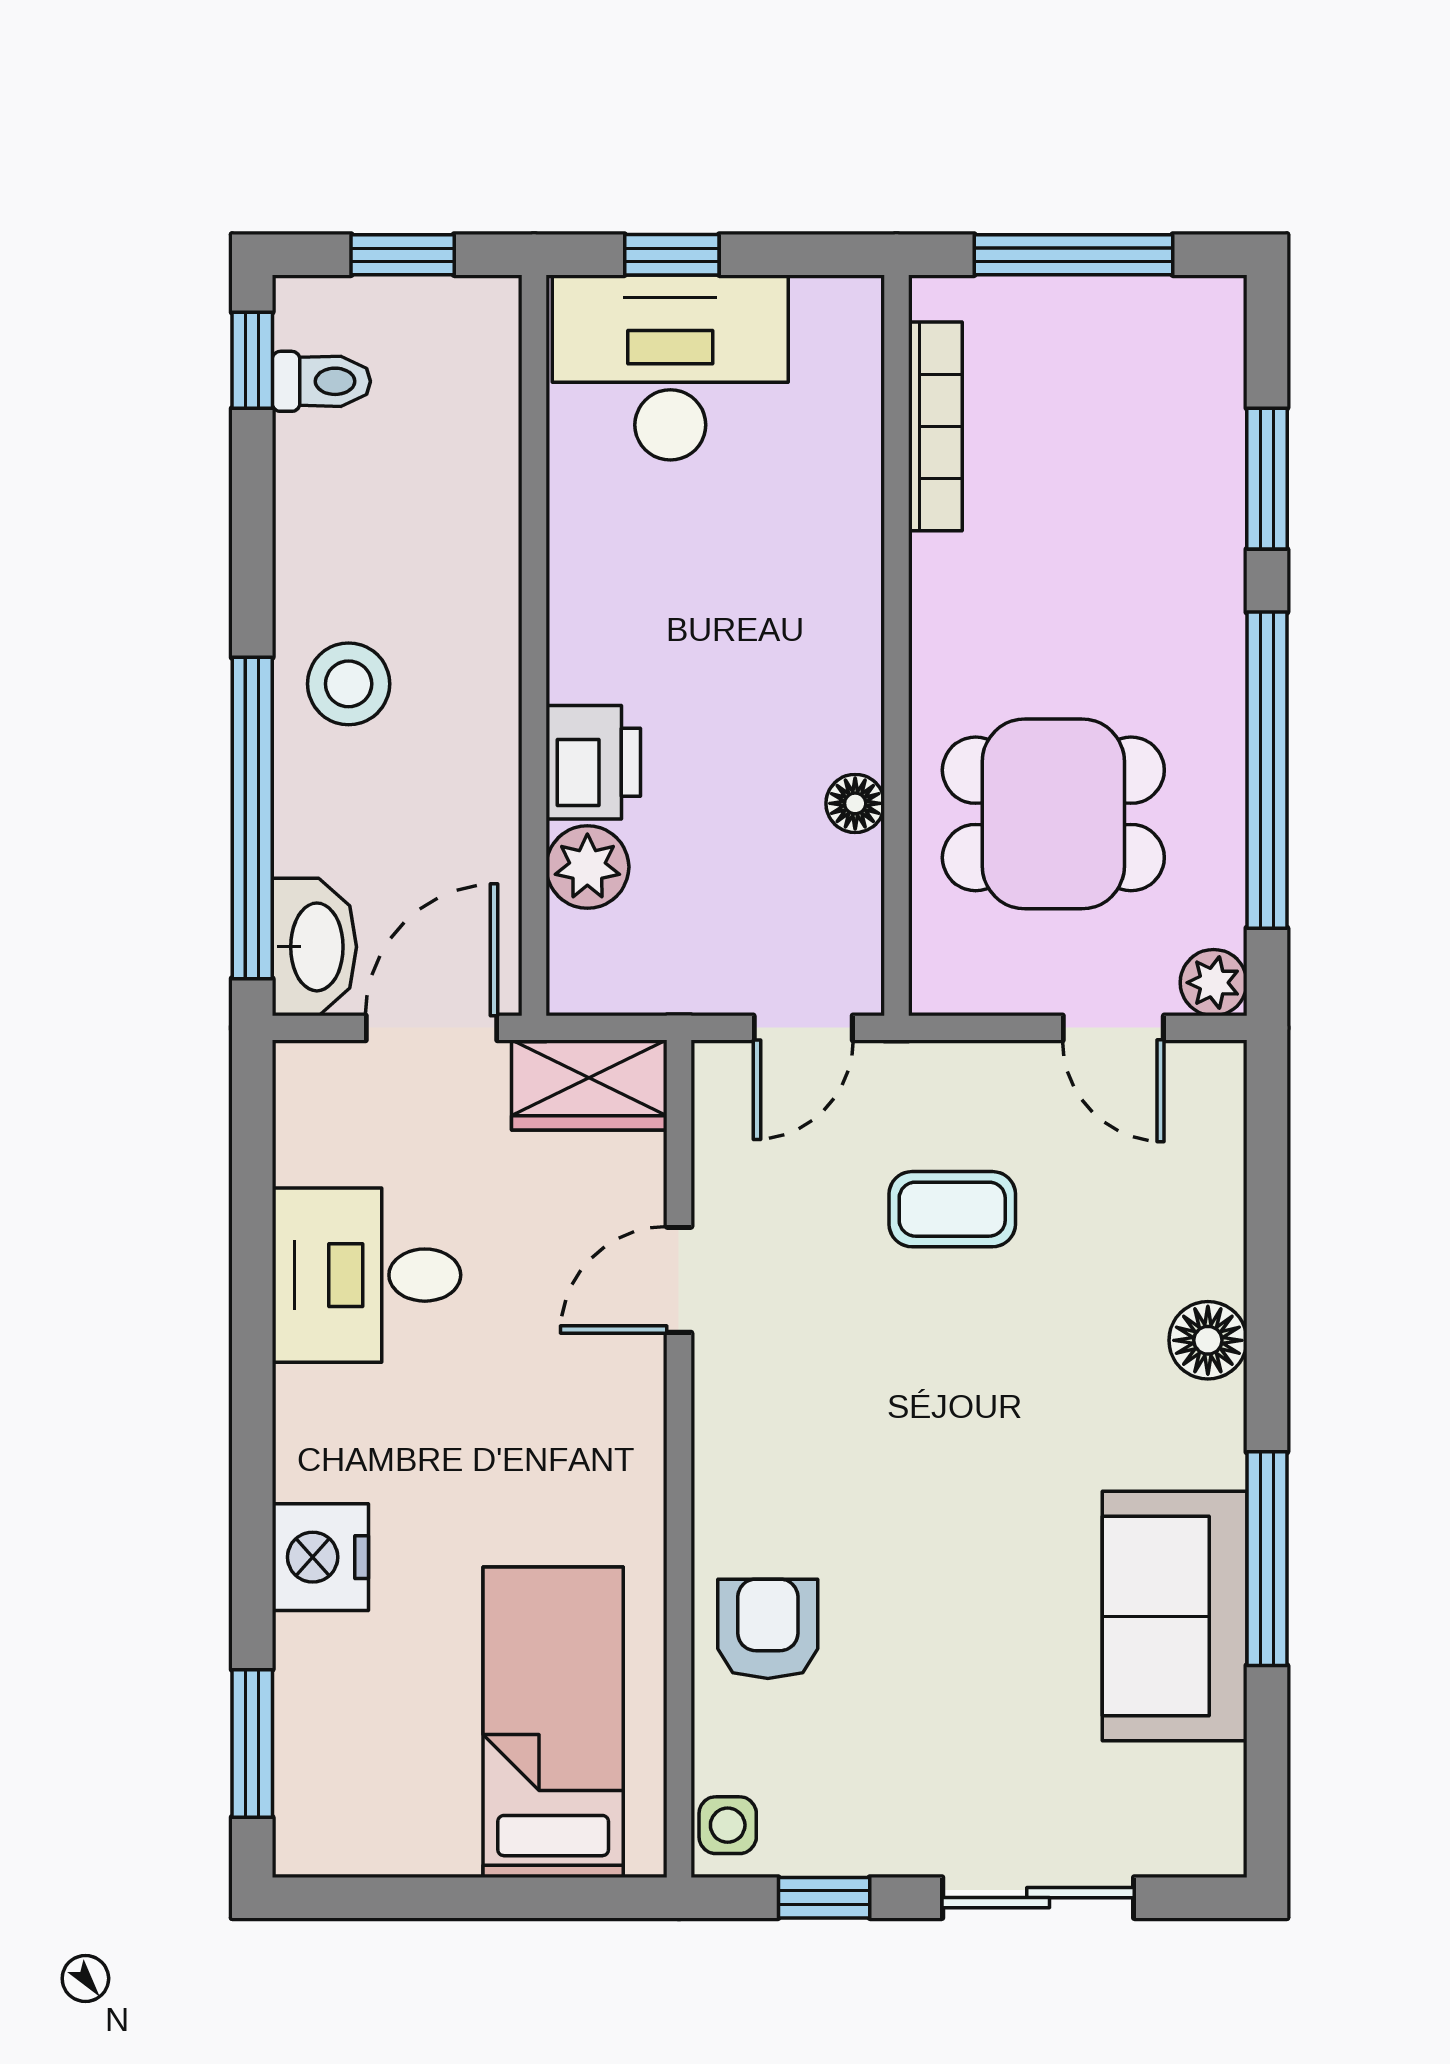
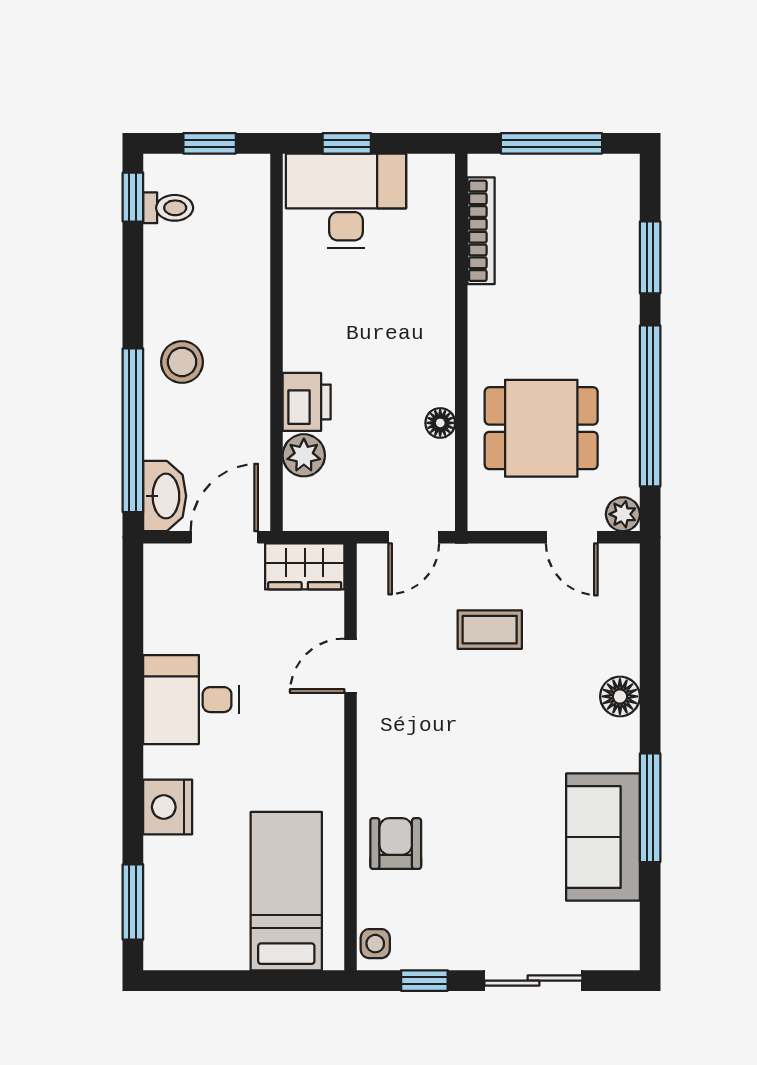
desk: (366, 1275) -> (191, 700), moved

